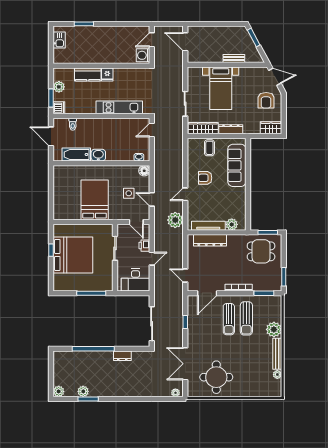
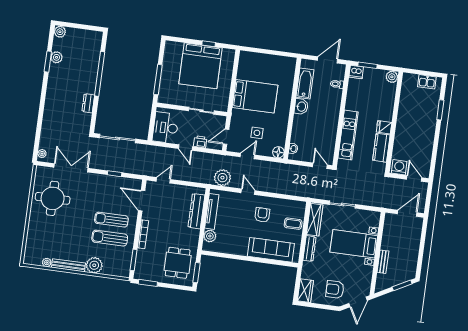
kitchen counter: (88, 74) -> (381, 148), moved
plant: (59, 87) -> (392, 77), moved

